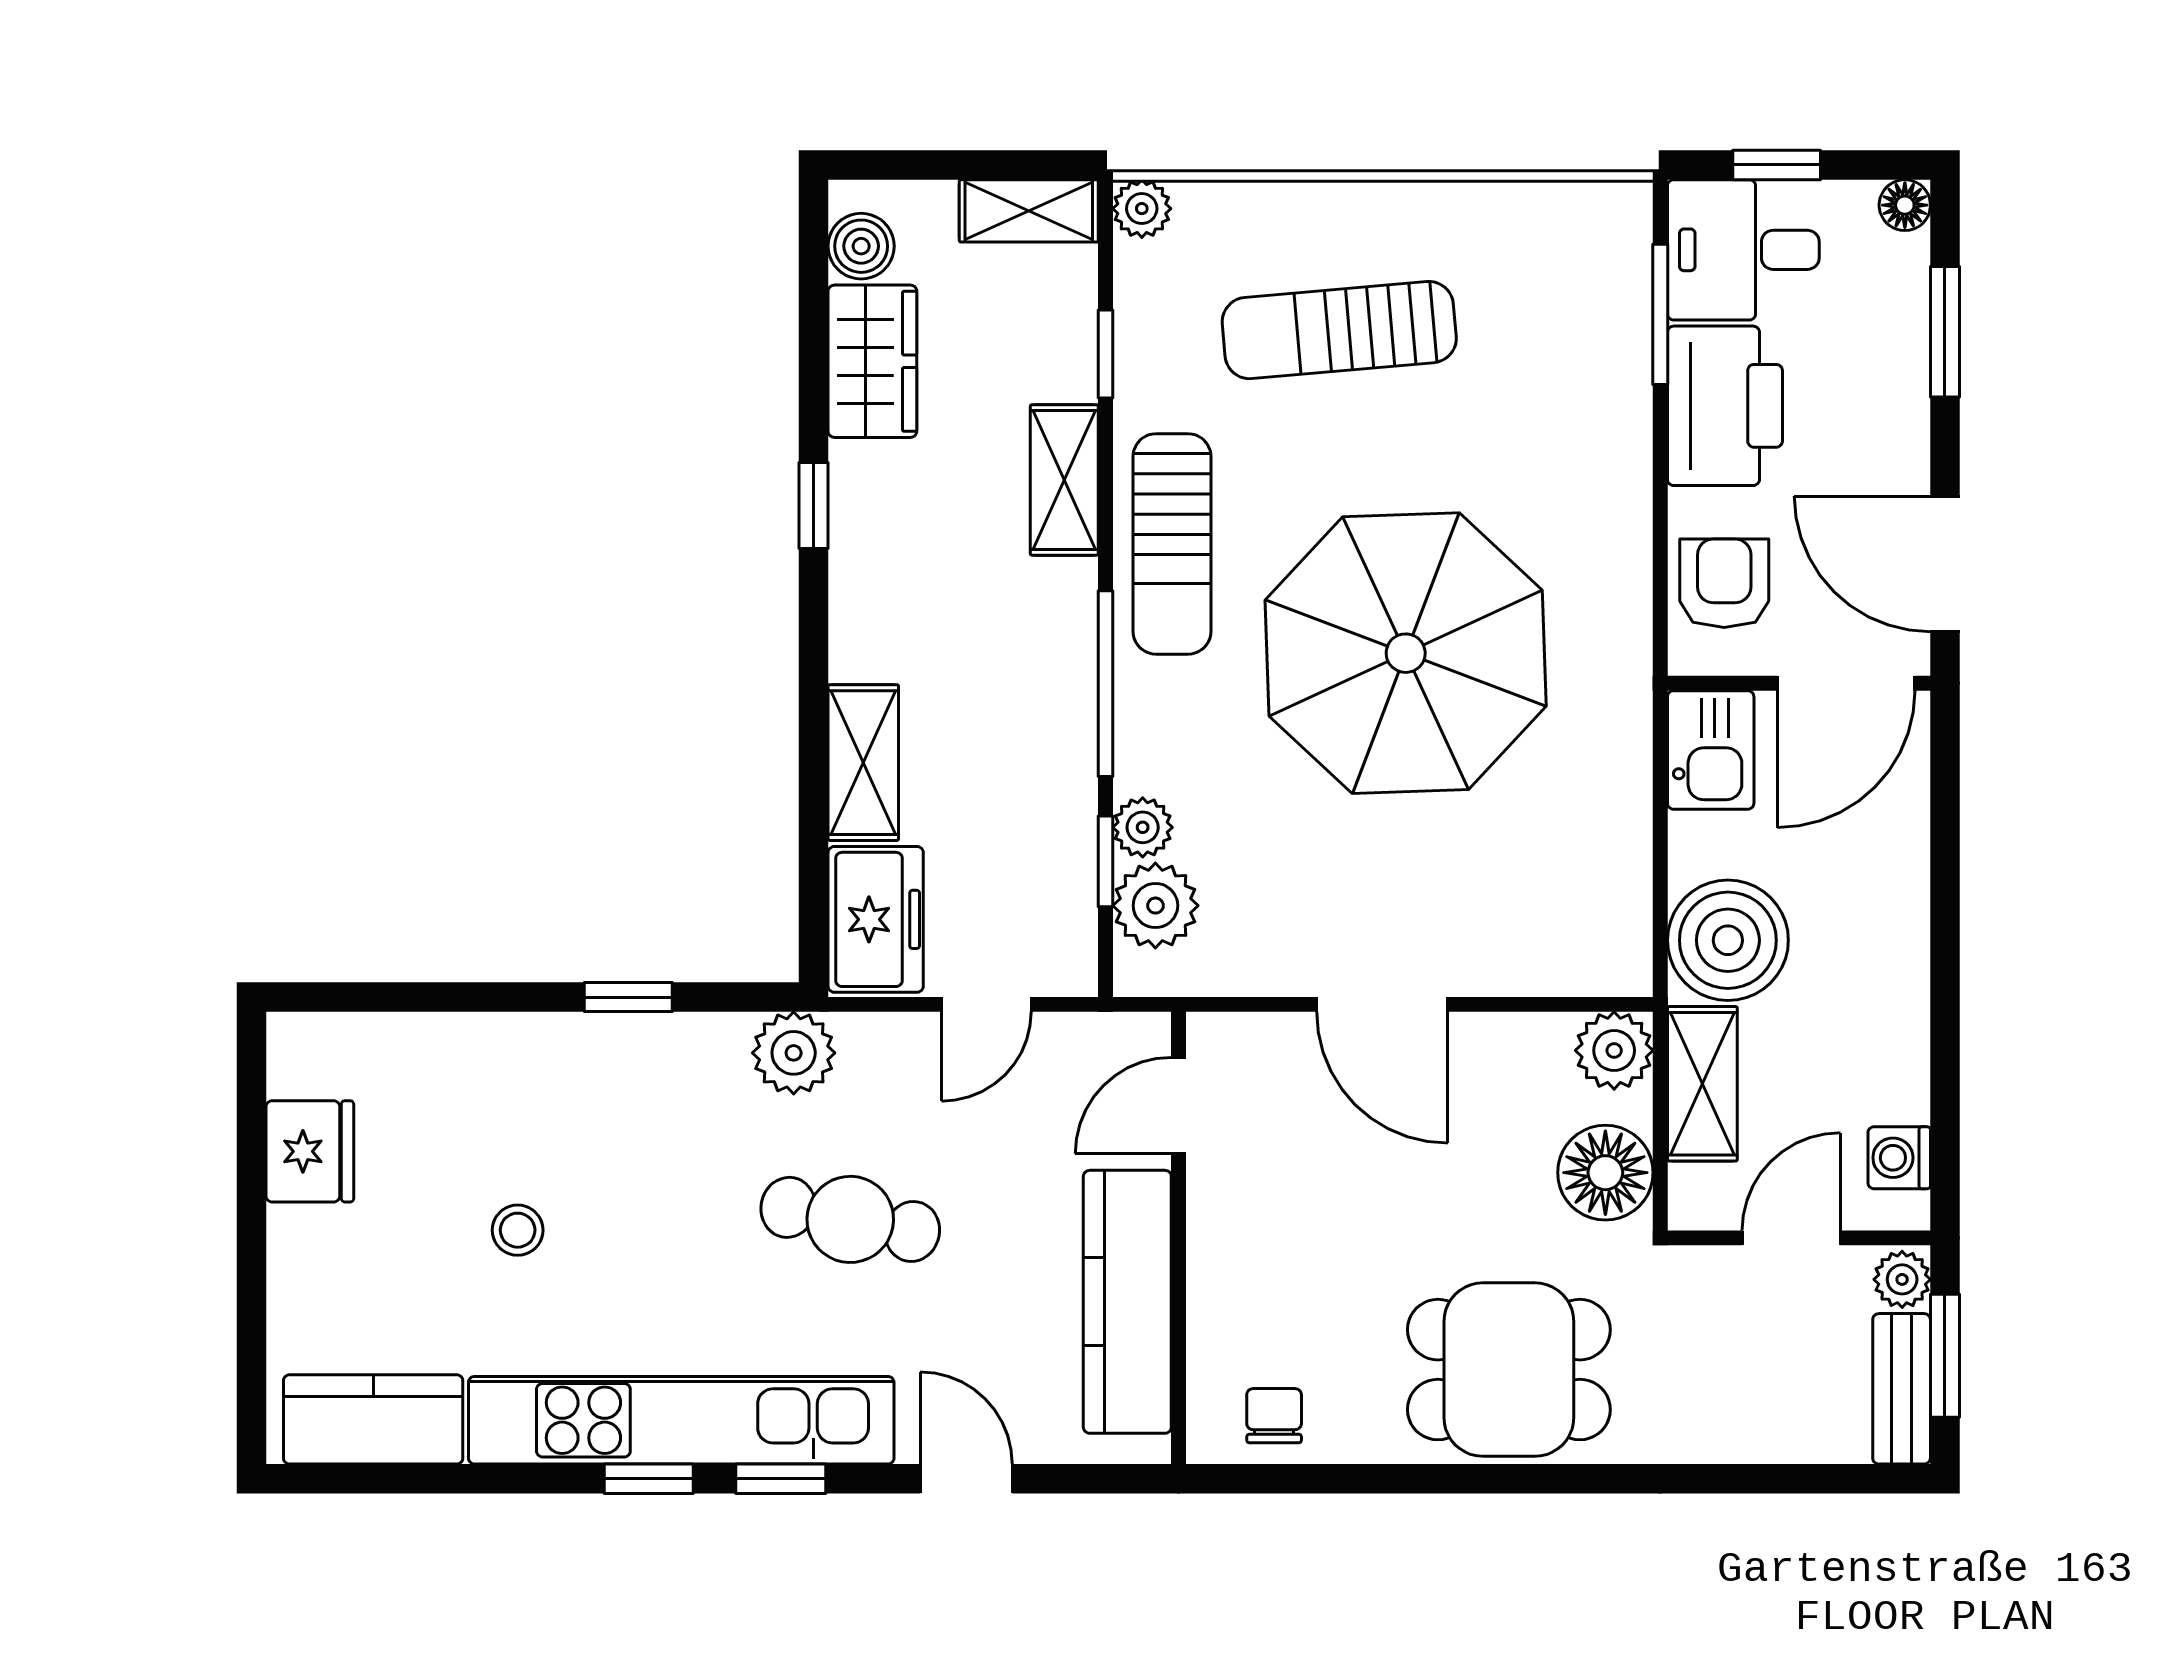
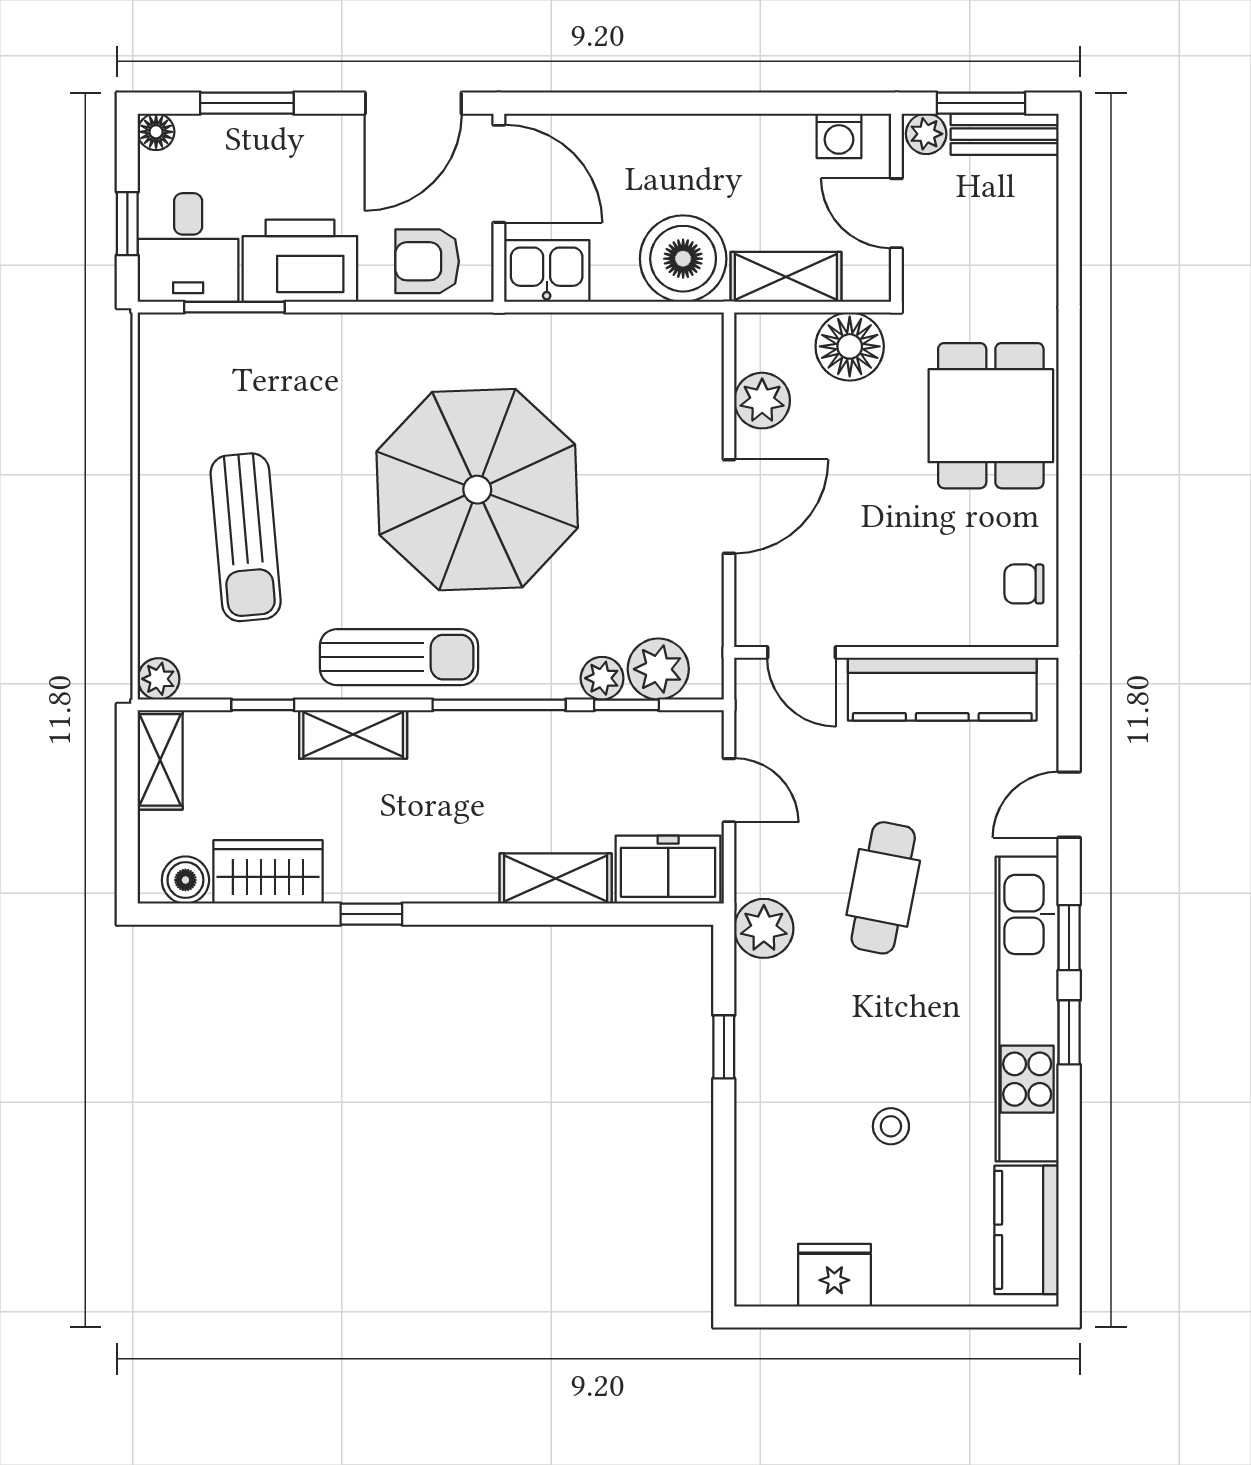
plant: (1614, 1050) -> (762, 401), moved

